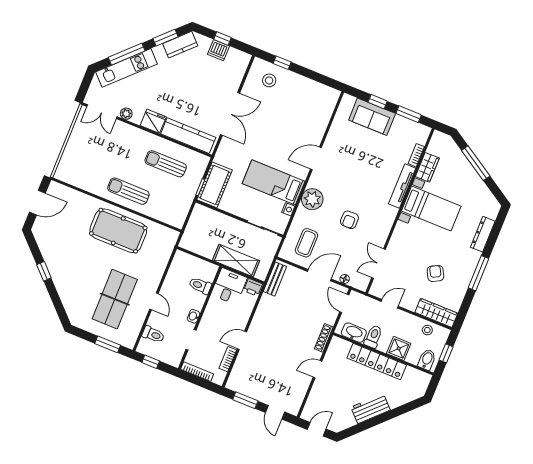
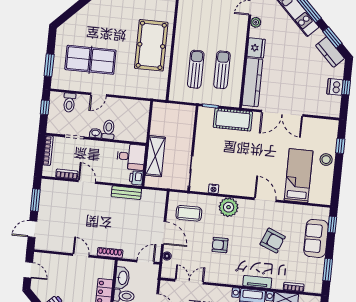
stool: (269, 80) -> (326, 160), moved
window: (378, 102) -> (332, 225), moved
armchair: (361, 163) -> (273, 241), added
bed: (274, 182) -> (299, 176), moved
cot: (214, 185) -> (233, 120), moved
tv unit: (402, 186) -> (257, 282), width x0.71
sun lounger: (128, 191) -> (196, 69), moved
bench: (275, 279) -> (126, 193), moved
toilet: (200, 286) -> (109, 130), moved

